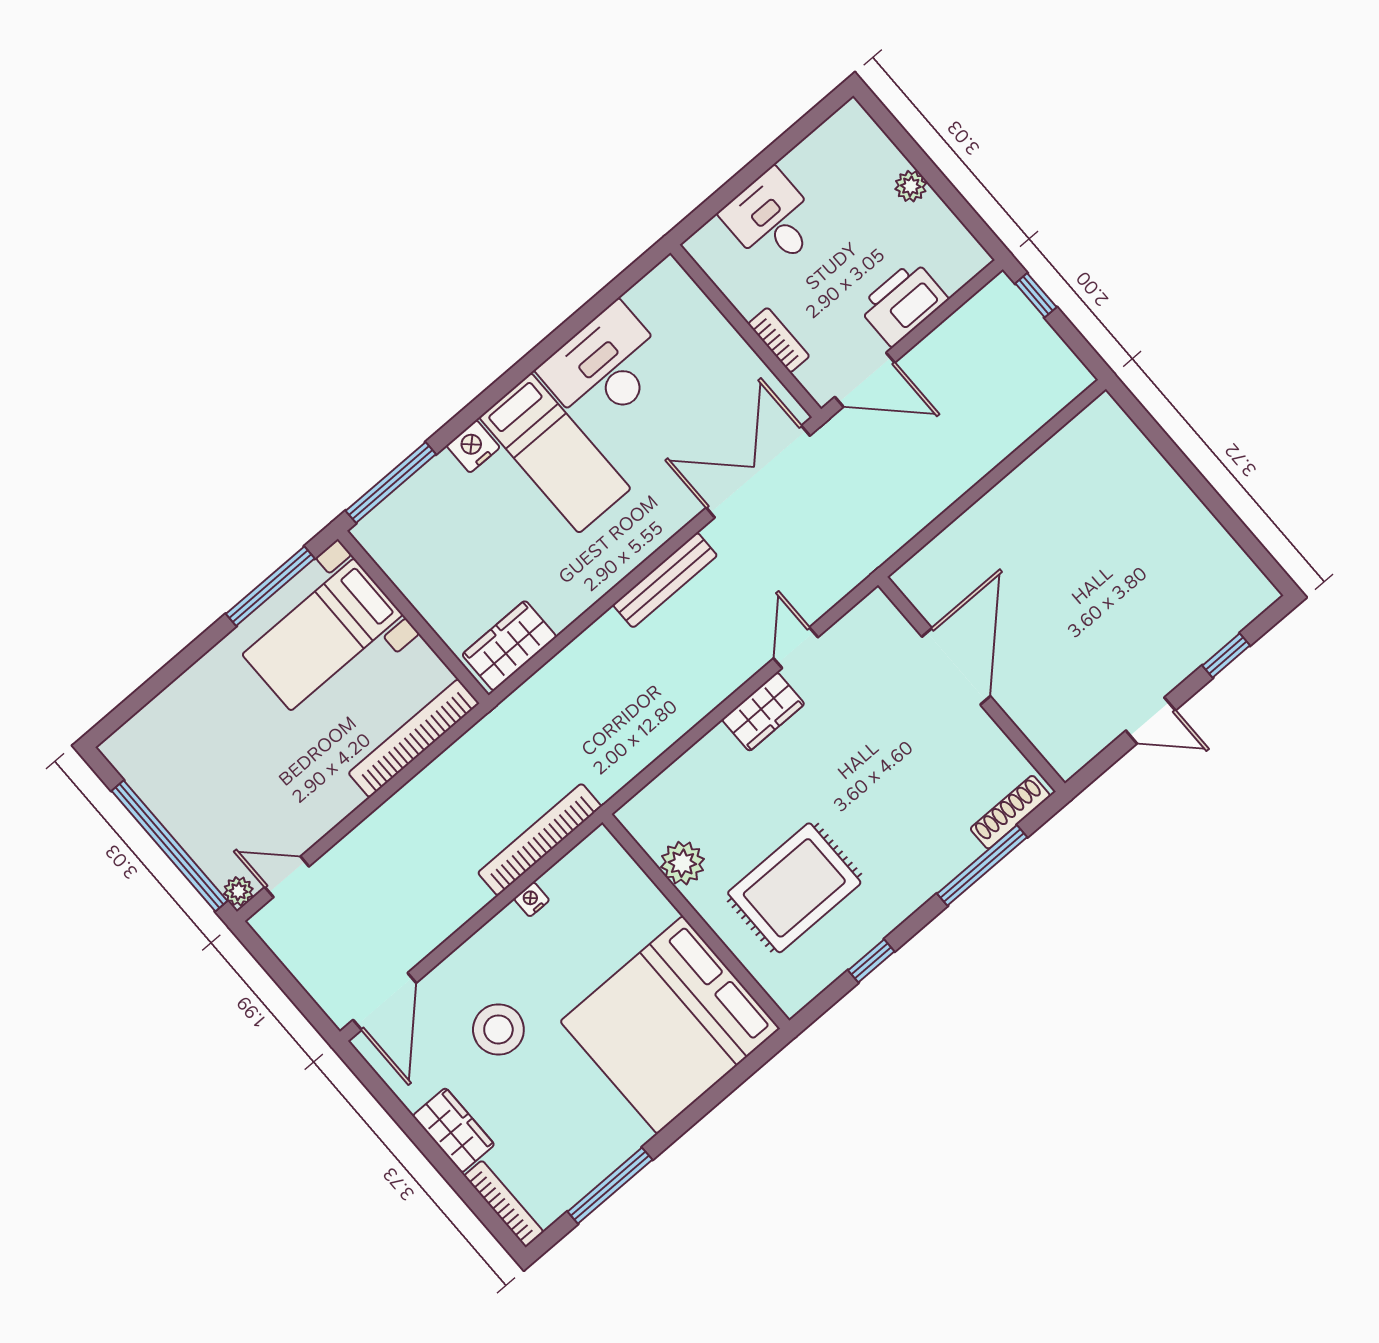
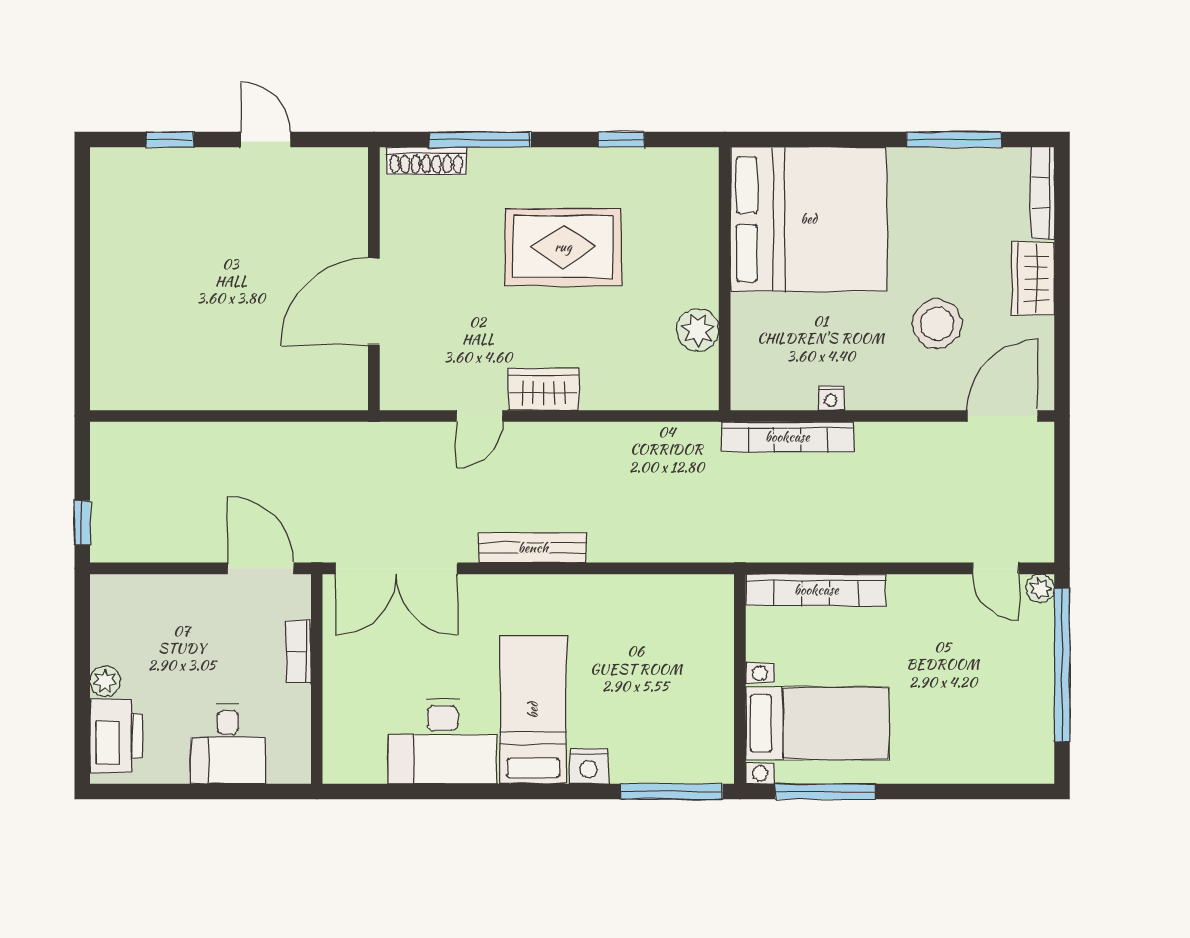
printer: (903, 303) -> (116, 736), moved, turned -90
wardrobe: (509, 646) -> (688, 598), removed
rug: (794, 888) -> (563, 247), moved

